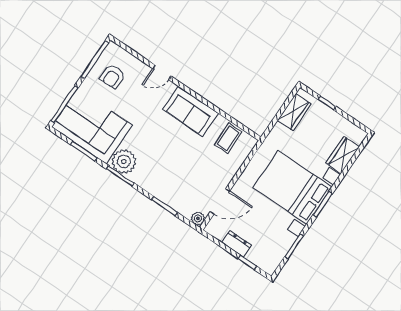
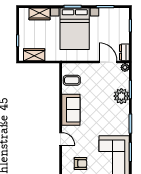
plant: (124, 161) -> (121, 96), moved
dresser: (237, 244) -> (124, 52), moved

